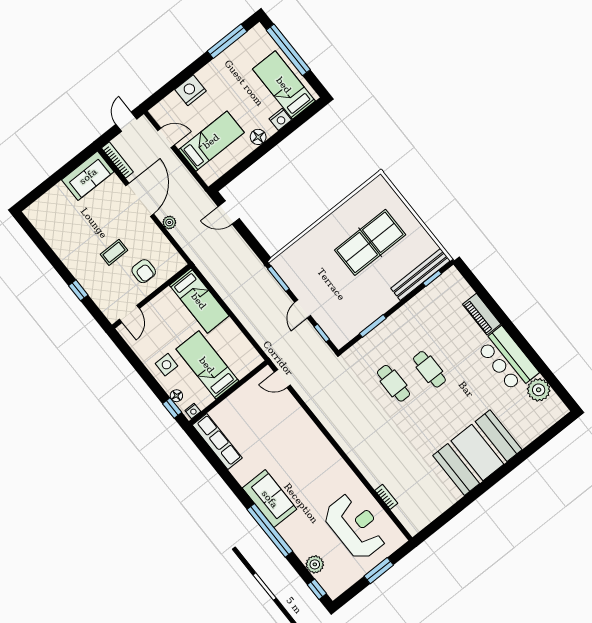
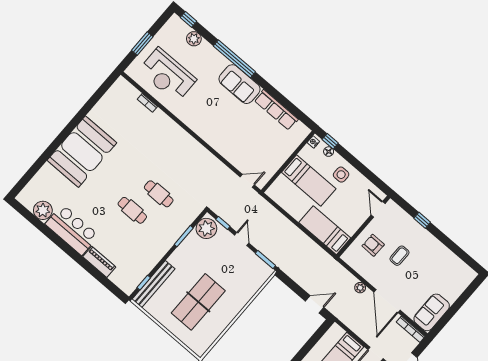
plant: (343, 330) -> (206, 228), added
row of seats: (217, 442) -> (276, 110), moved

